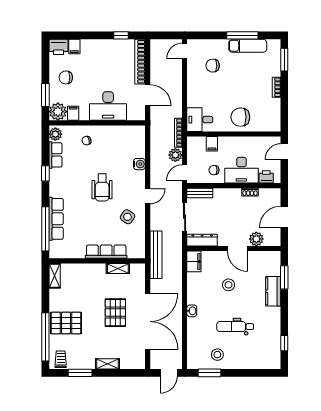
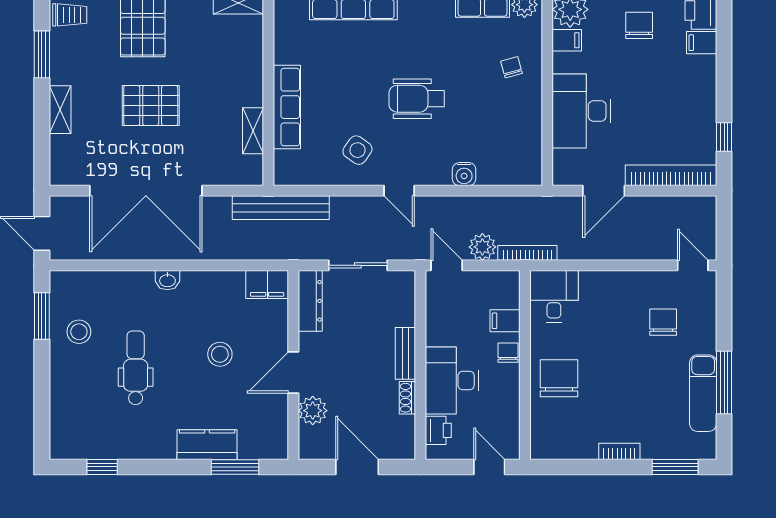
chair: (214, 170) -> (508, 353), moved
bench: (200, 193) -> (405, 353), moved
pallet: (115, 313) -> (151, 105), moved

